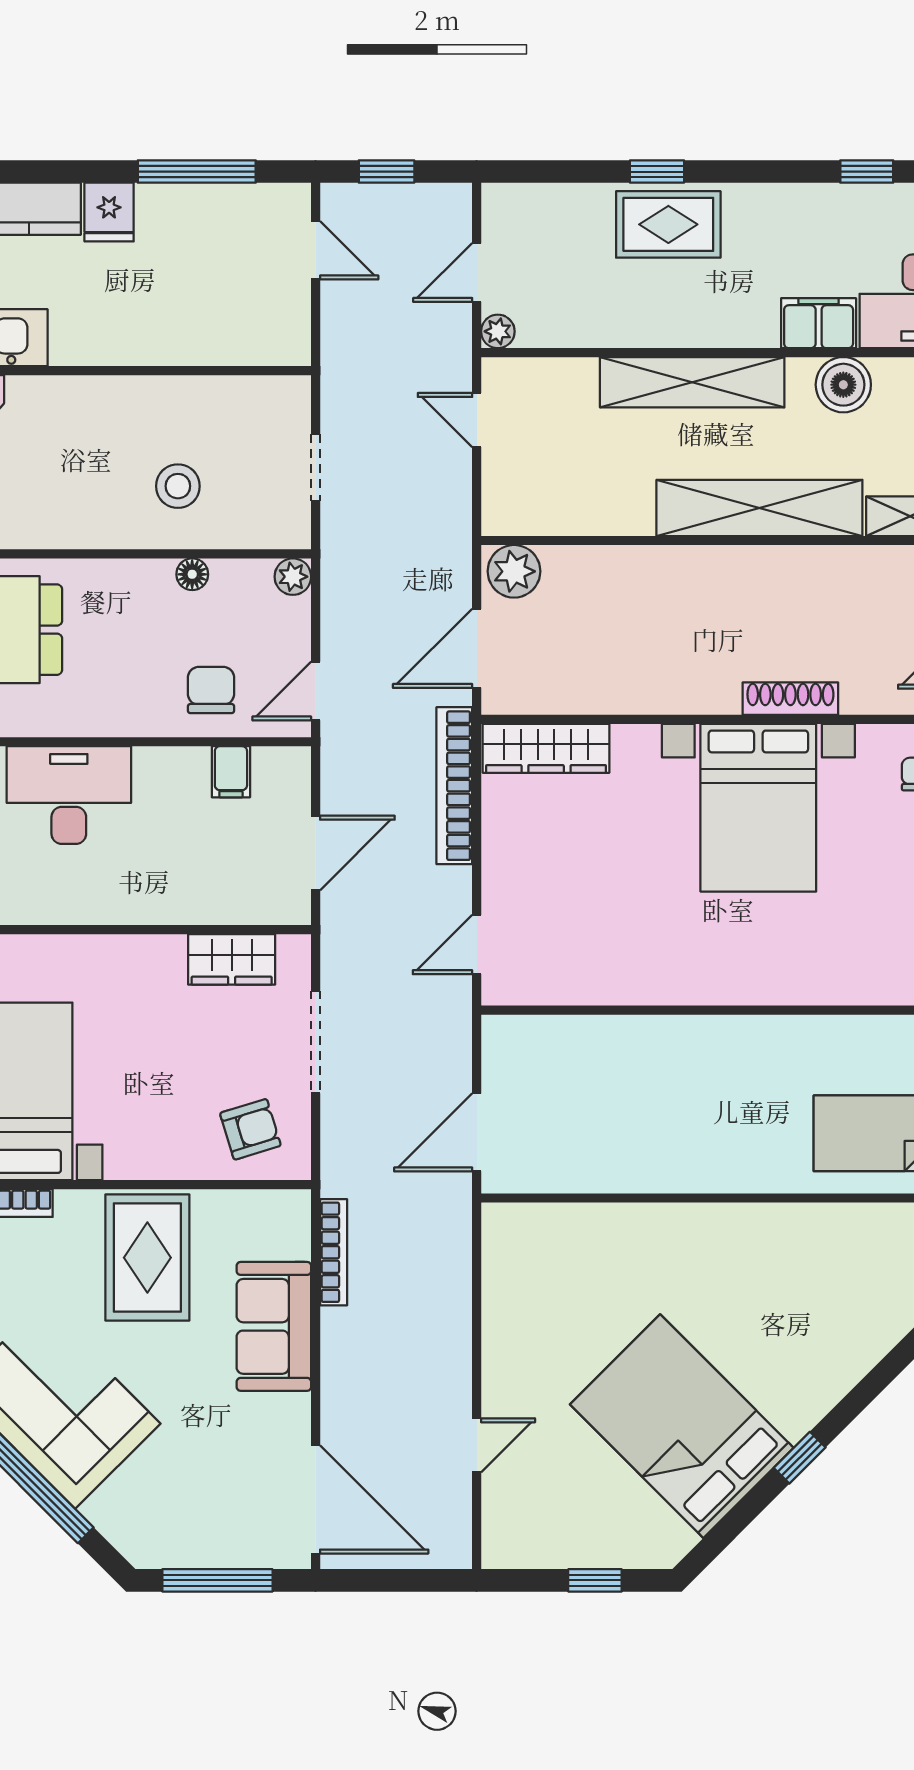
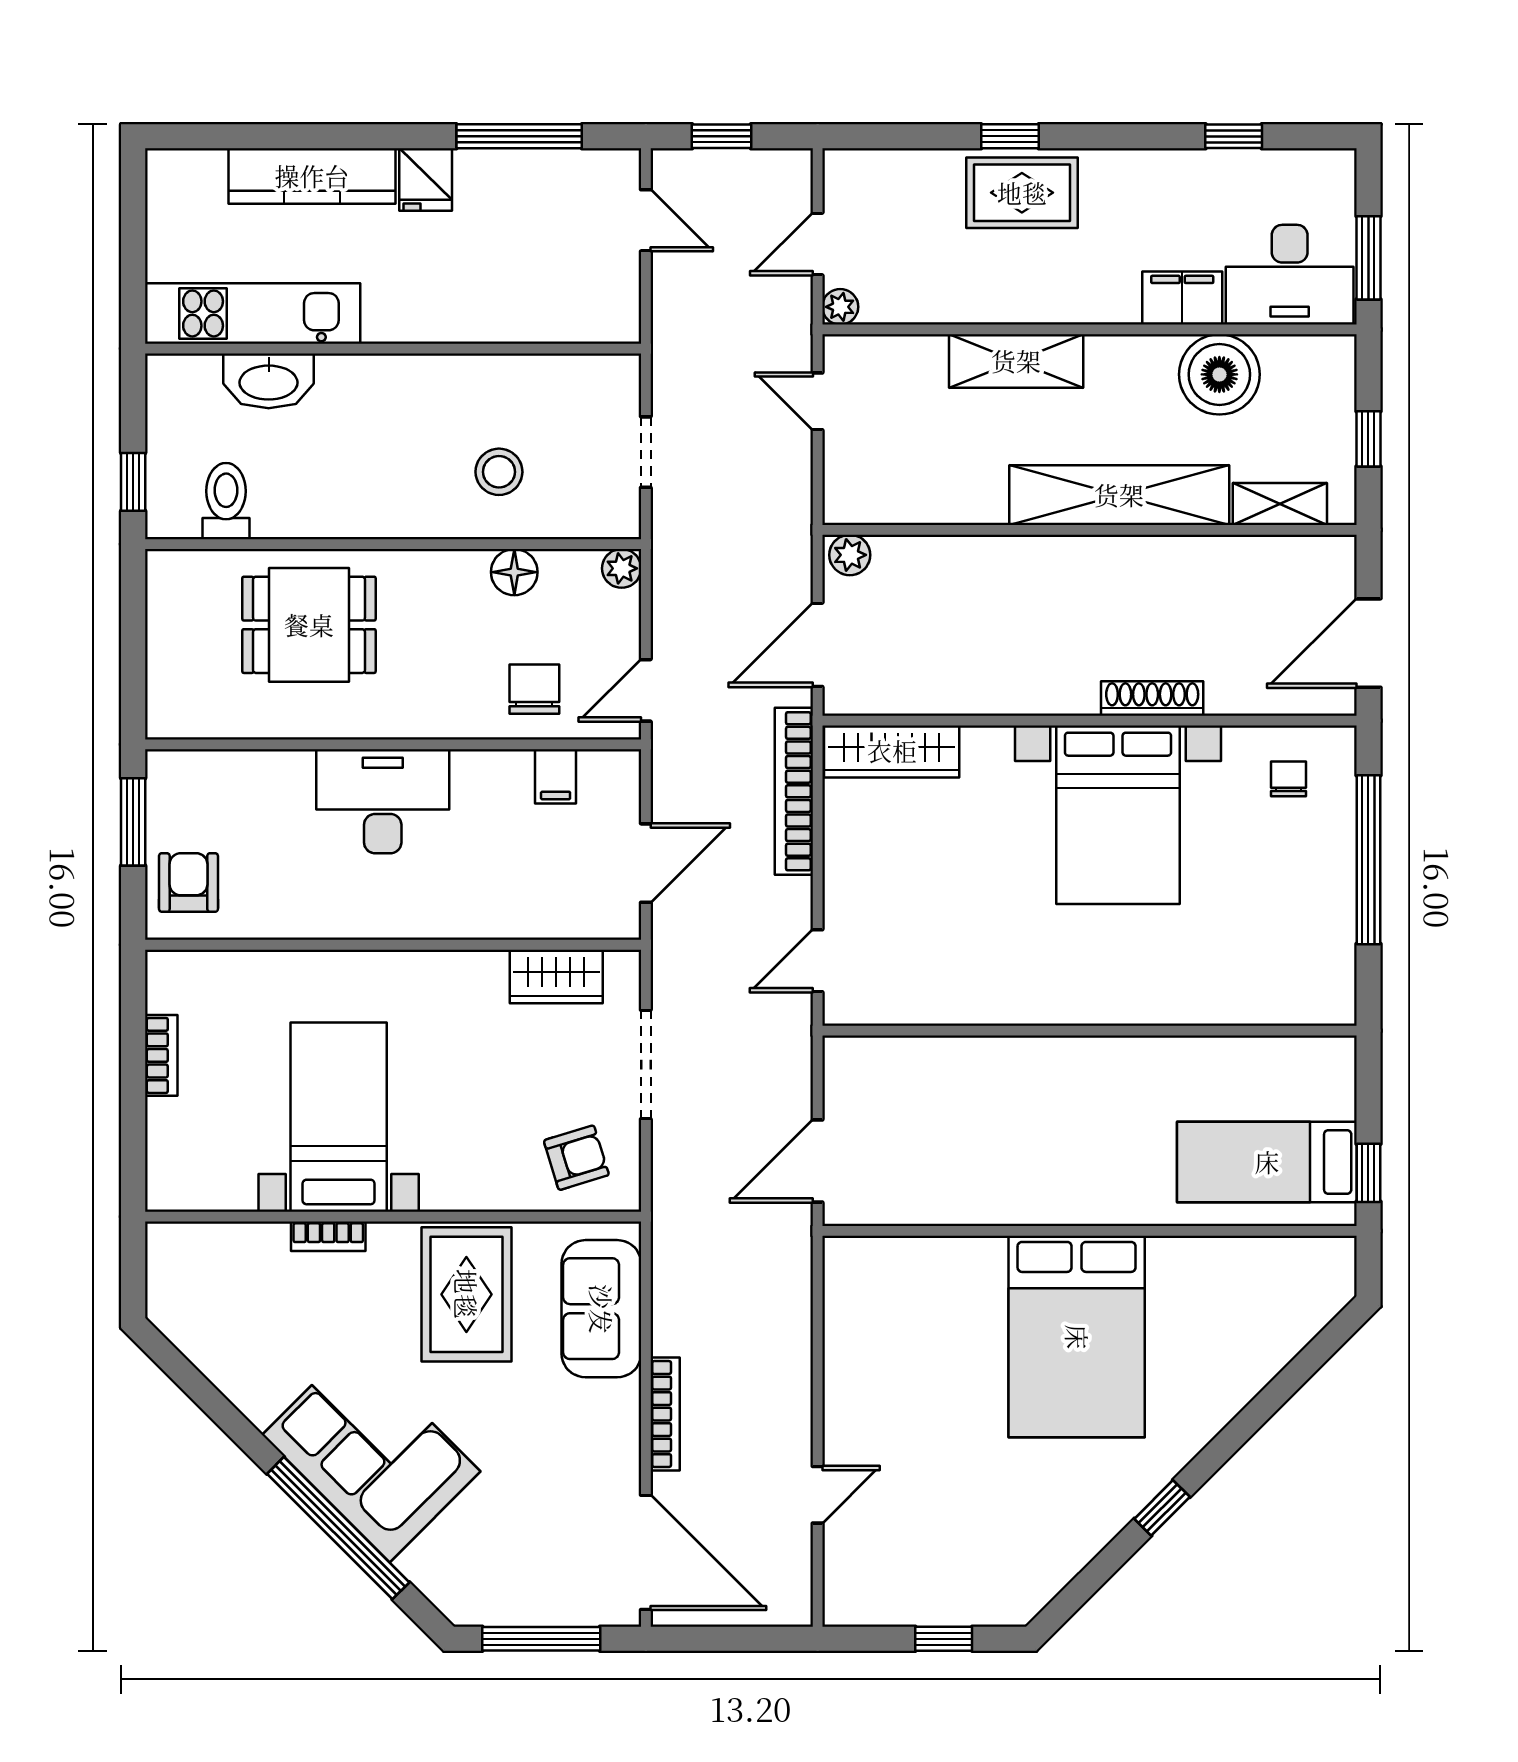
shelving: (692, 382) -> (1016, 361), width x0.68
boiler: (843, 385) -> (1219, 374), width x1.37, depth x1.37
plant: (514, 571) -> (850, 555), width x0.73, depth x0.73
floor lamp: (192, 574) -> (514, 572), width x1.37, depth x1.37
bookcase: (334, 1252) -> (665, 1414), moved
sofa: (274, 1326) -> (601, 1309), moved
bed: (682, 1426) -> (1077, 1337), moved, turned -135

